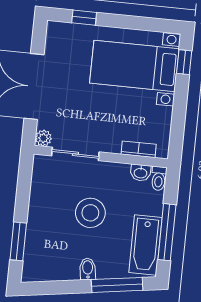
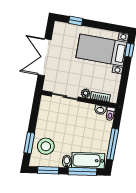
plant: (43, 138) -> (86, 93), moved
stool: (90, 213) -> (46, 146), moved
bathtub: (145, 245) -> (88, 160), moved, turned 82
window: (56, 288) -> (48, 170), added

